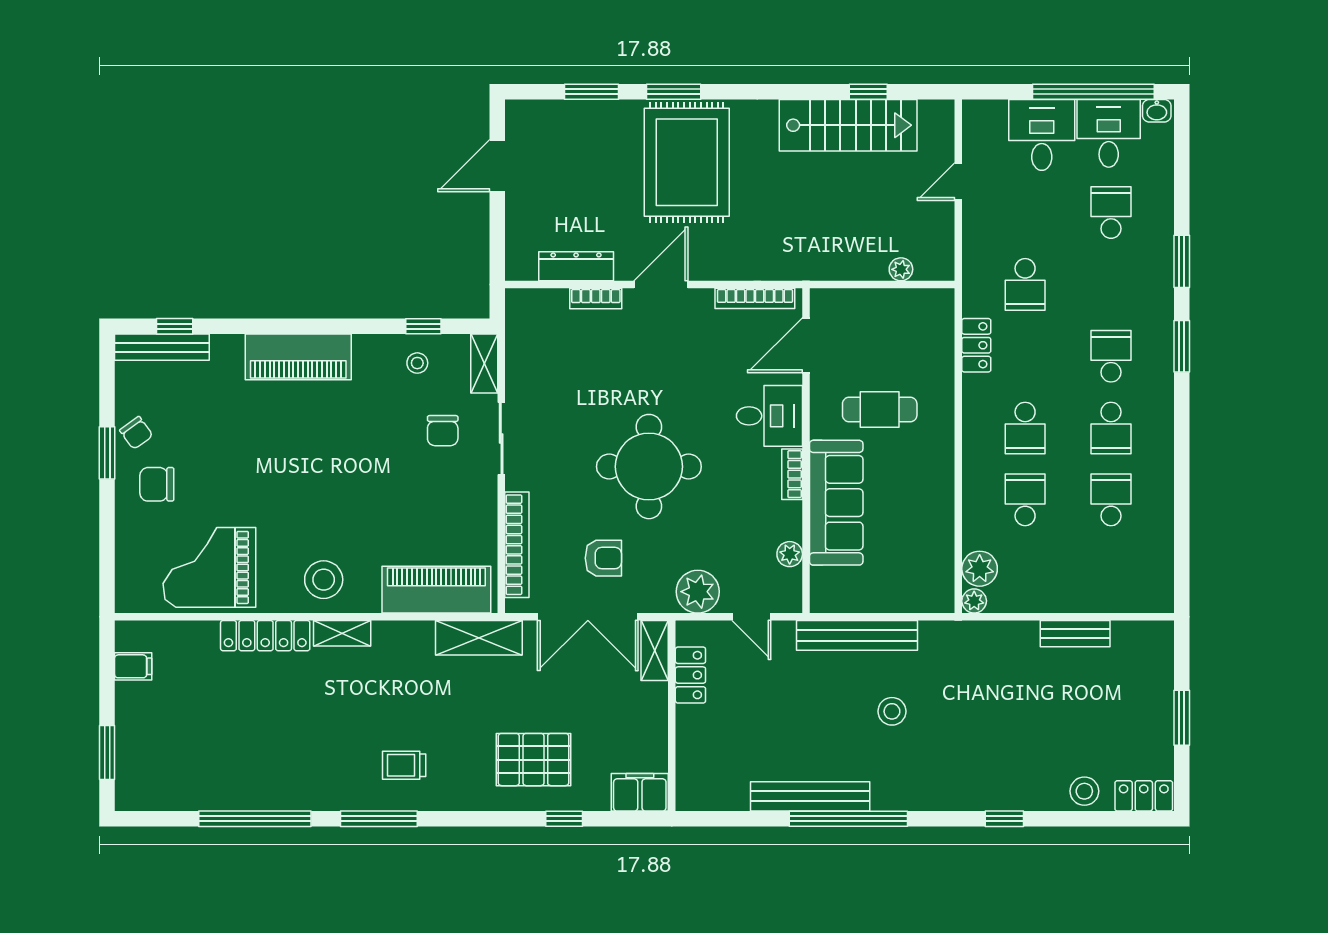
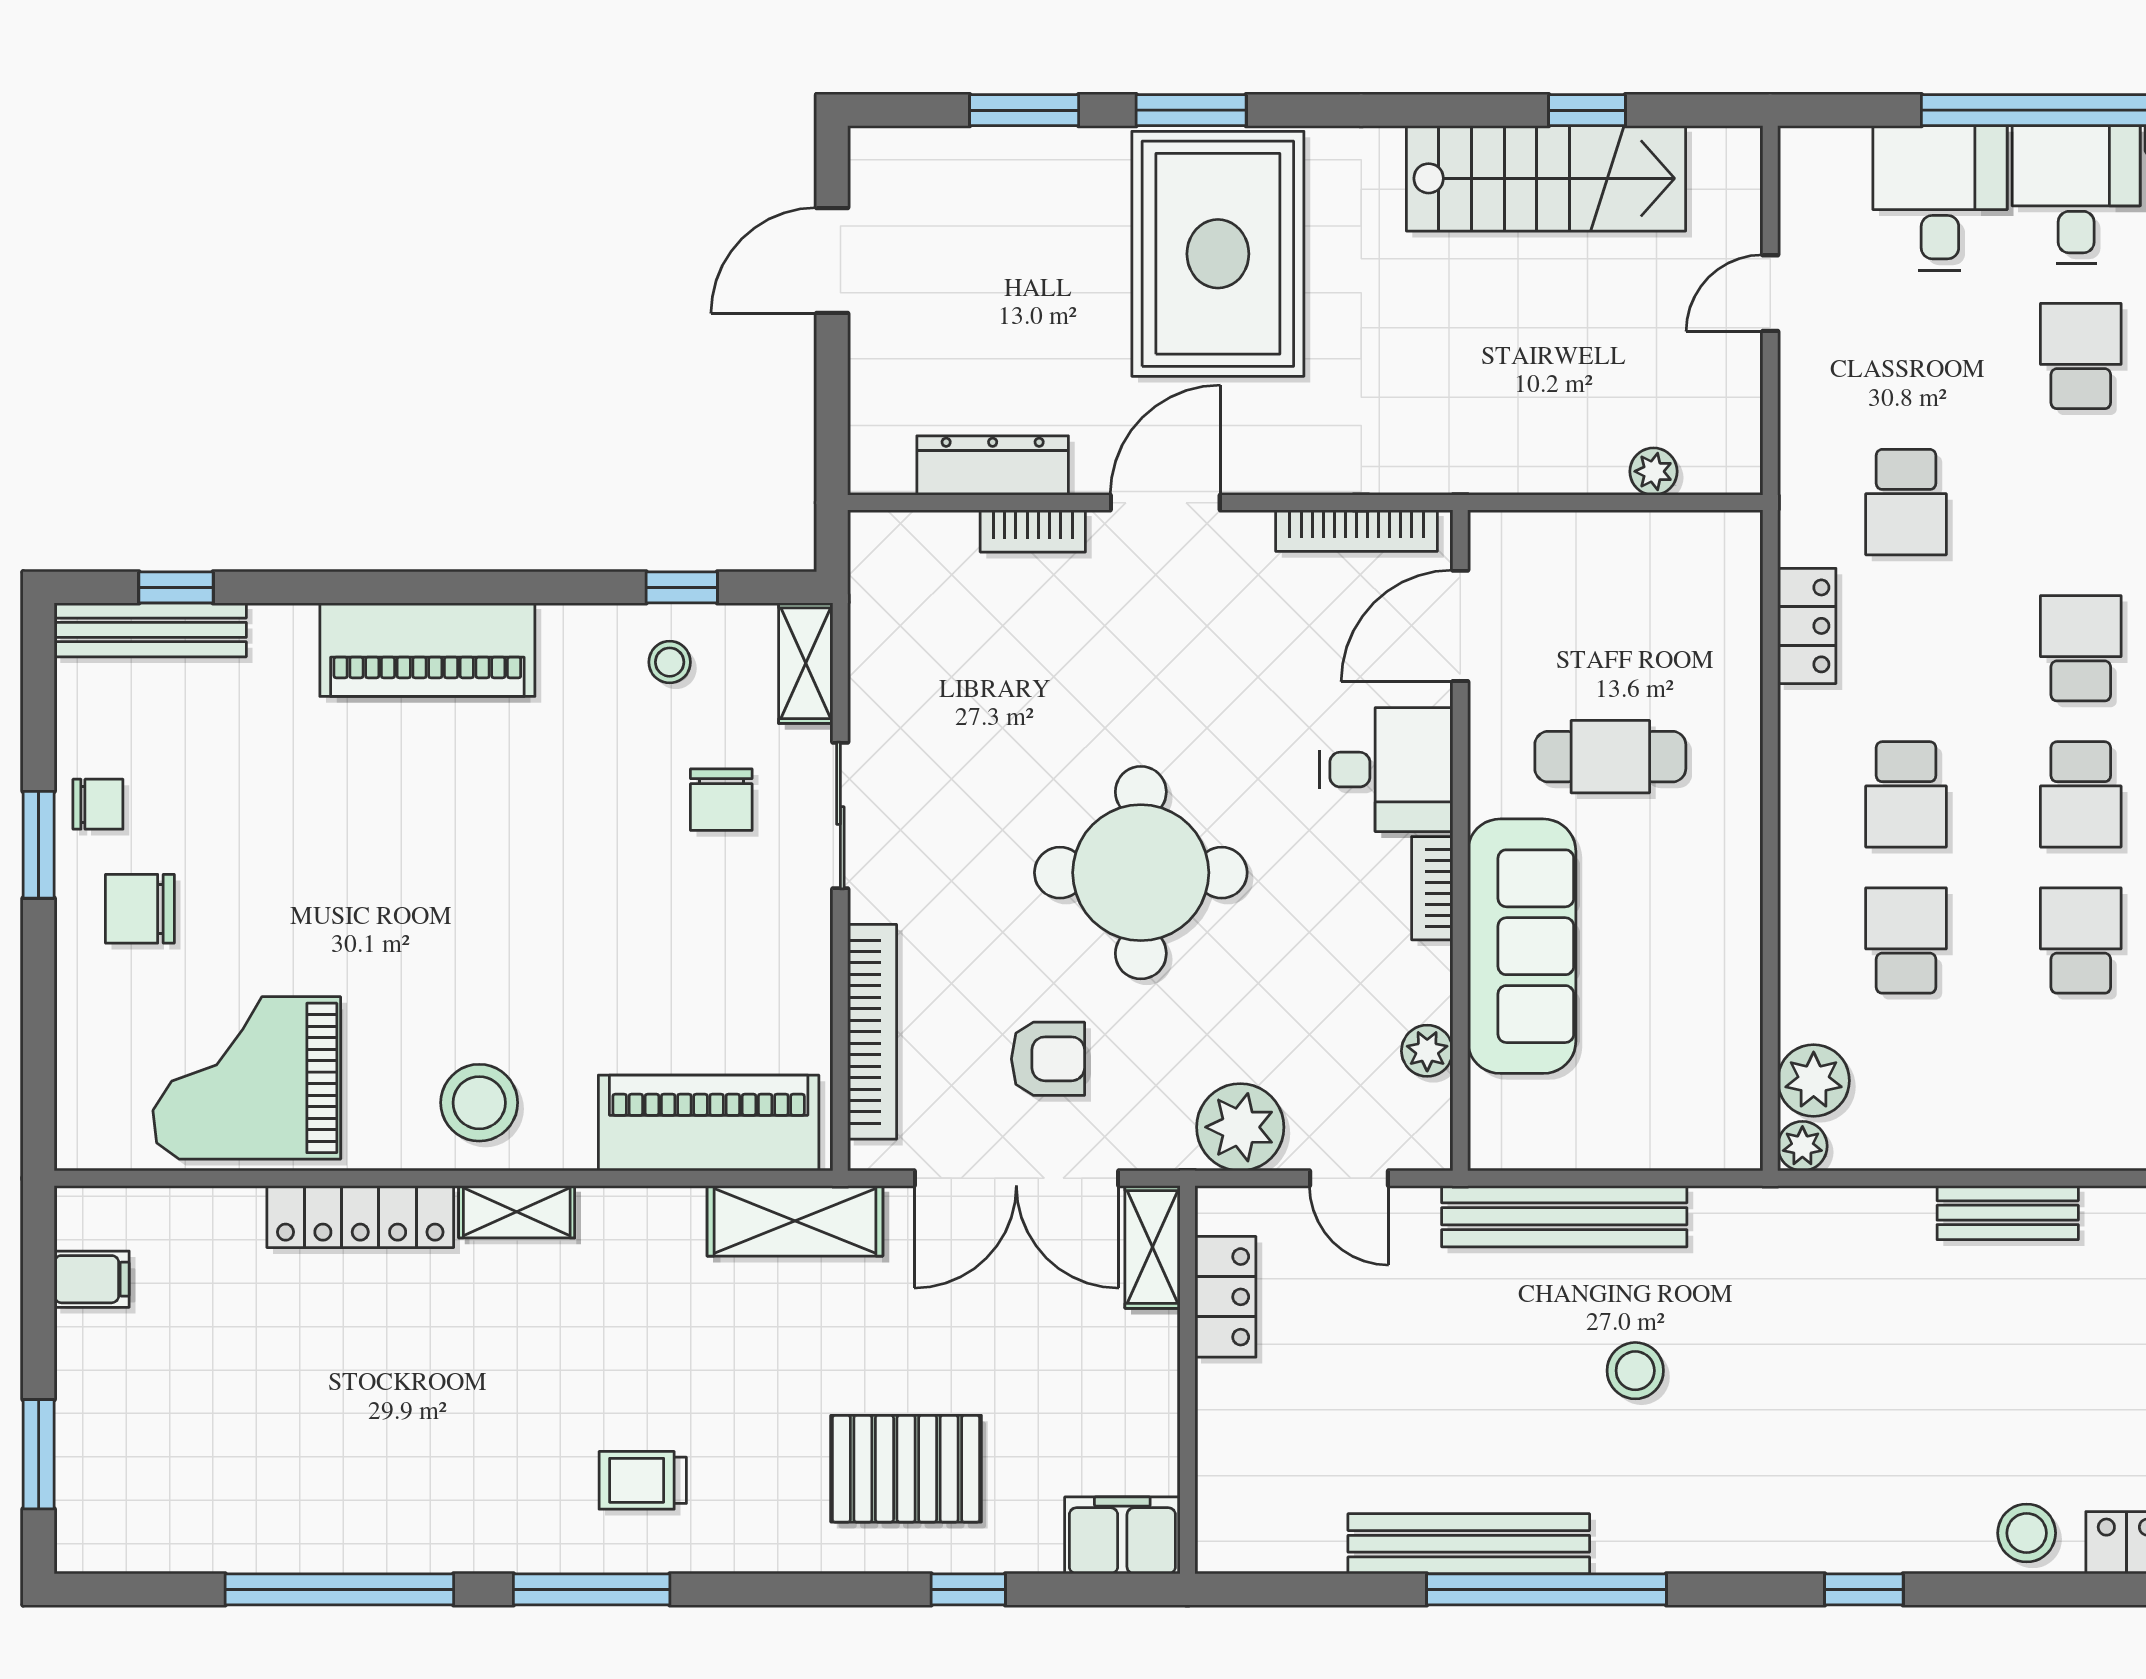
chair: (136, 433) -> (98, 804), turned -54

